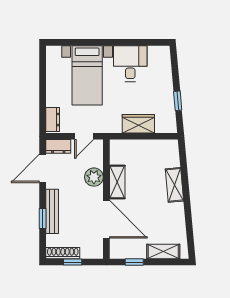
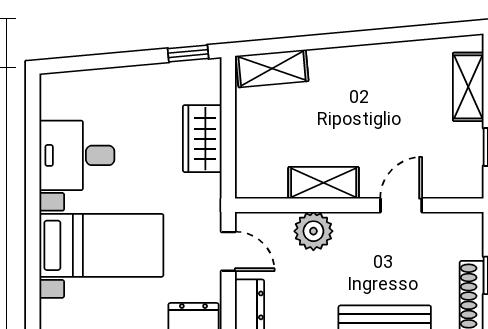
window: (178, 101) -> (188, 54), moved
shelving: (174, 185) -> (272, 69), moved
door: (106, 219) -> (401, 205), width x0.53

